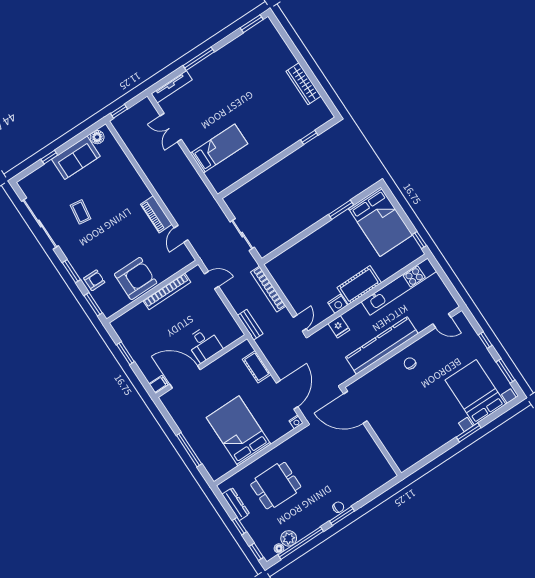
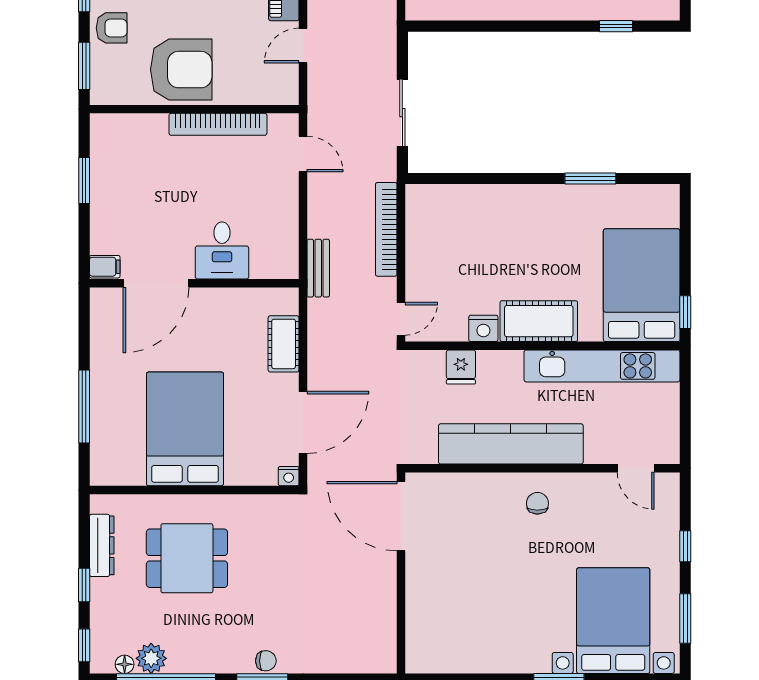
bed: (380, 222) -> (642, 285), moved, turned 180
door: (185, 377) -> (156, 283), swing flipped

